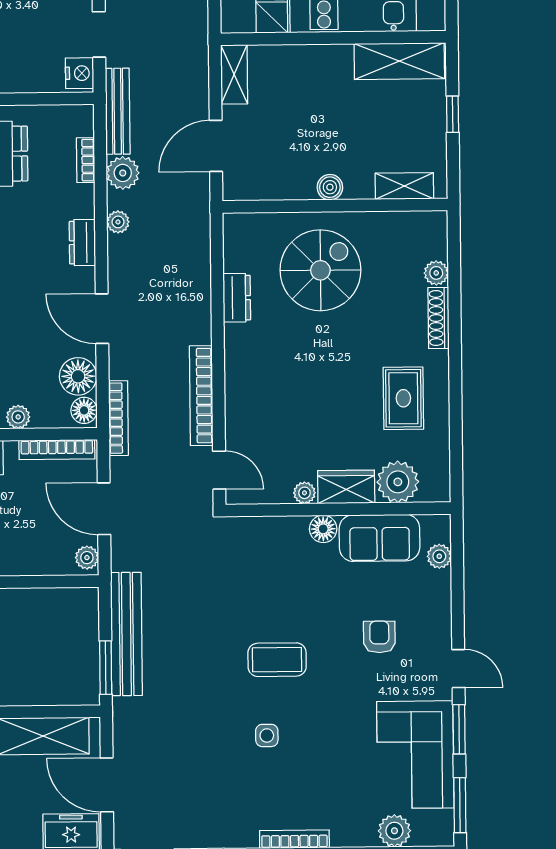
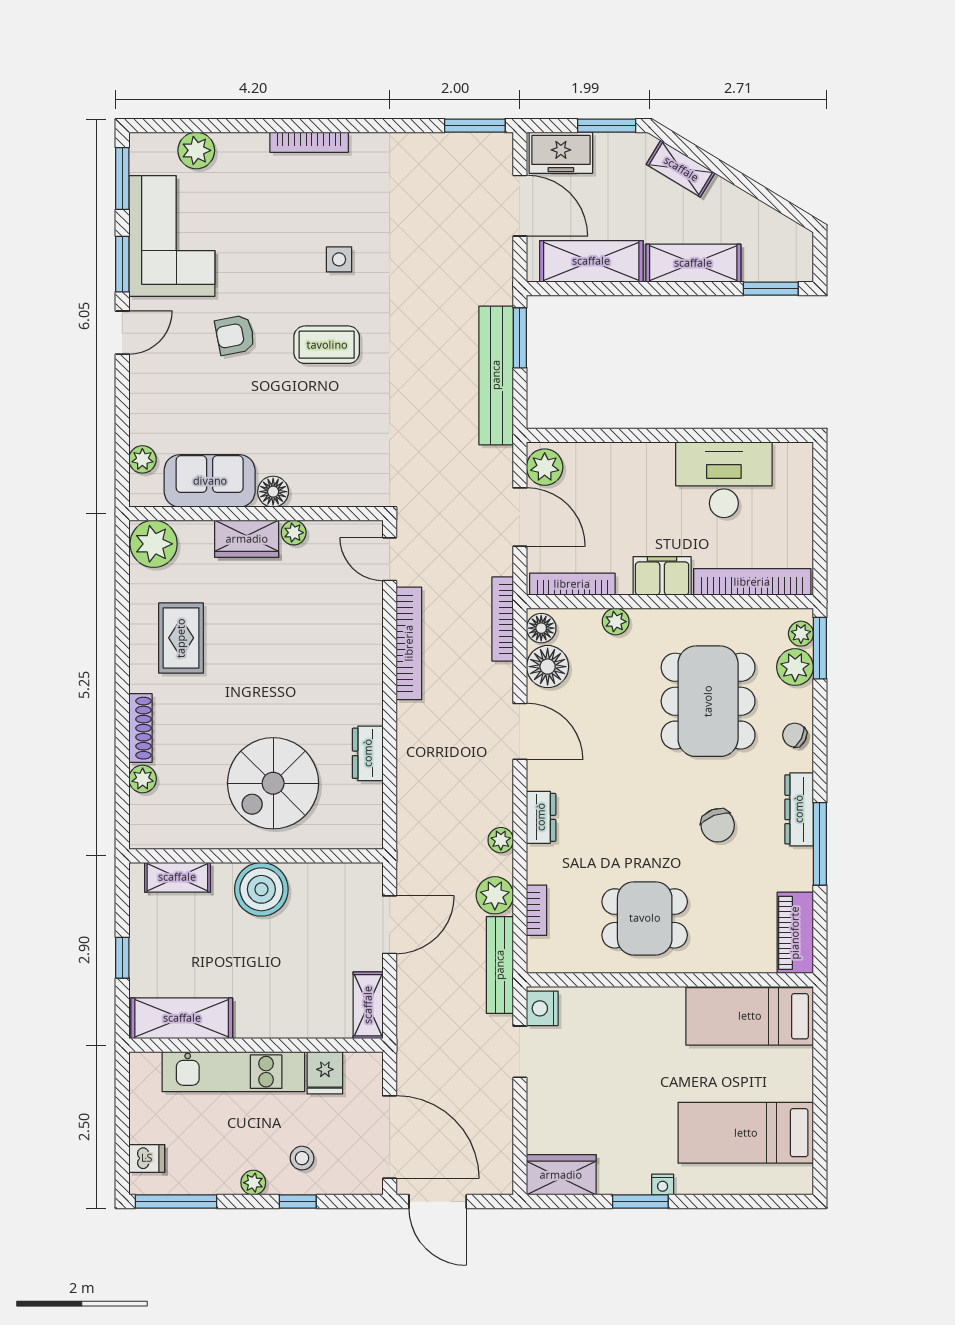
boiler: (330, 187) -> (261, 889), width x1.86, depth x1.86
plant: (398, 482) -> (154, 544), moved
plant: (87, 558) -> (545, 467), width x1.38, depth x1.38
armchair: (379, 637) -> (235, 335), moved, turned 79
door: (458, 669) -> (122, 333), swing flipped

